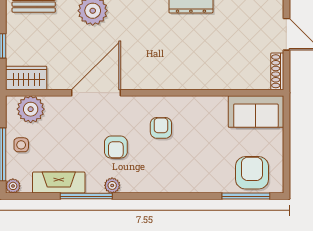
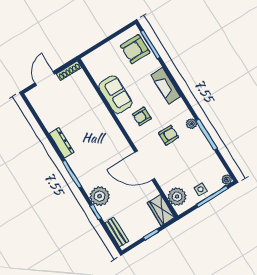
sofa: (256, 111) -> (115, 95), moved
fireplace: (59, 183) -> (166, 86), moved

